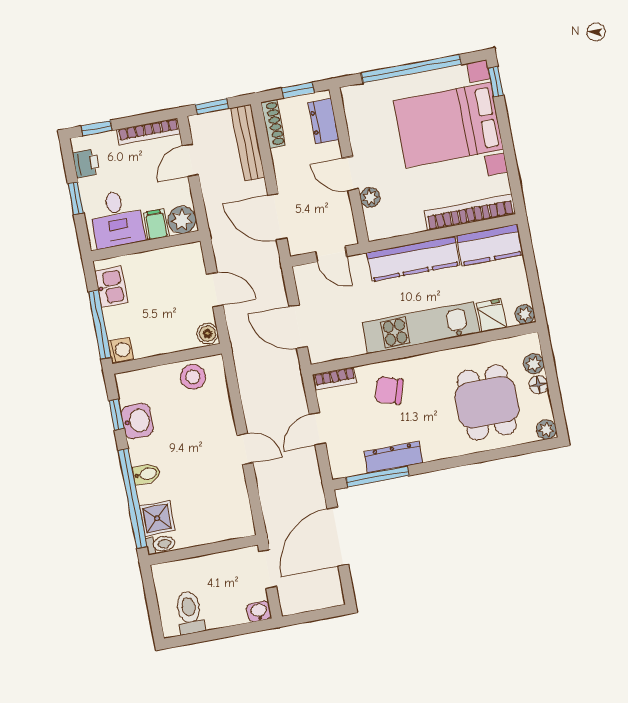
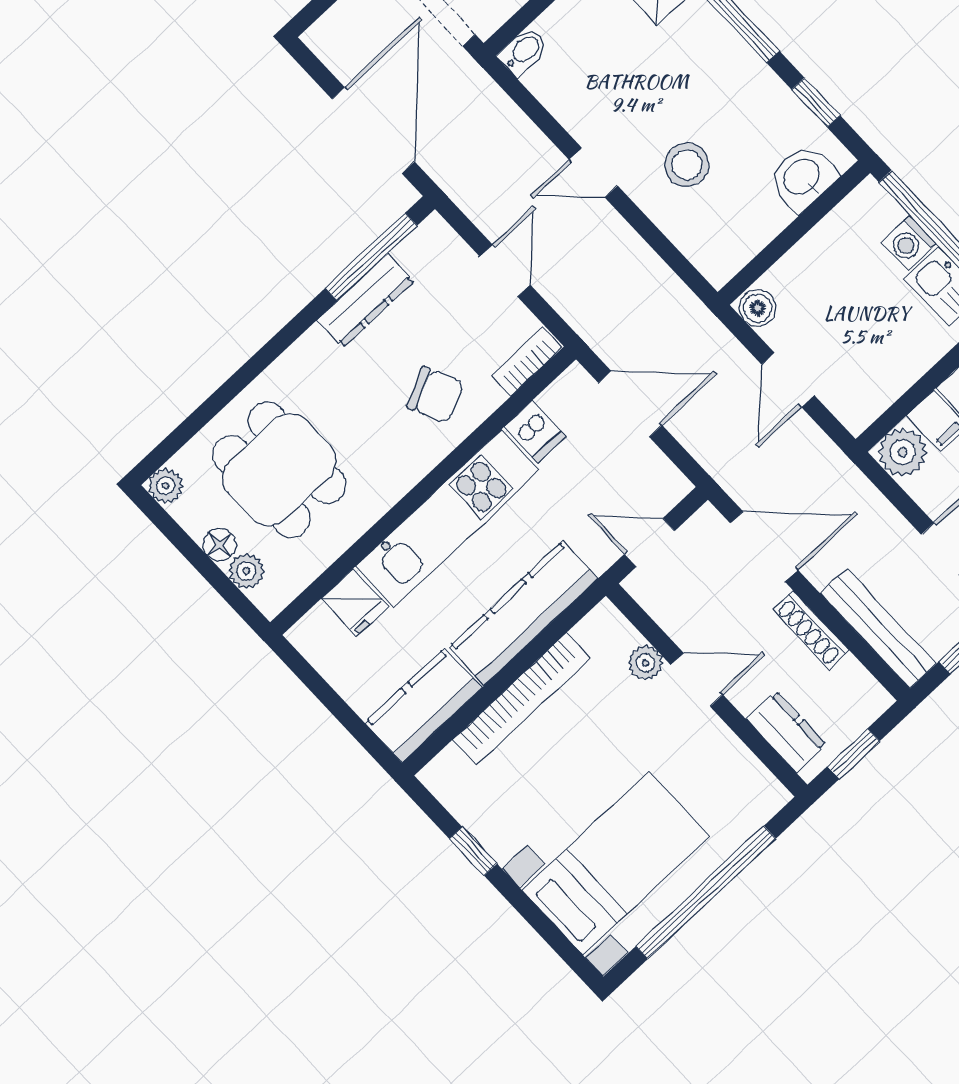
window: (496, 82) -> (473, 851), moved
shoe rack: (273, 124) -> (811, 630), moved
bed with nightstands: (448, 125) -> (616, 863), width x0.73
bookcase: (470, 212) -> (522, 699), moved
door: (215, 290) -> (788, 380), hinge flipped
plant: (525, 314) -> (306, 636), removed
dishwasher: (352, 342) -> (535, 432), added
washing machine: (121, 350) -> (909, 243), moved
stool: (193, 377) -> (687, 165), moved
chair: (389, 390) -> (435, 395), turned 48
washbasin: (137, 421) -> (803, 178), moved, turned 90
bidet: (146, 474) -> (523, 51), moved, turned 180

